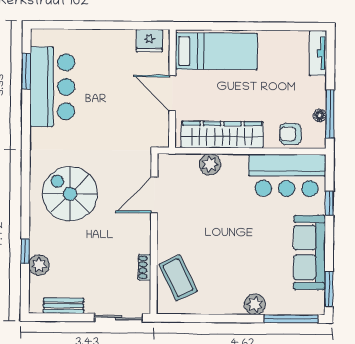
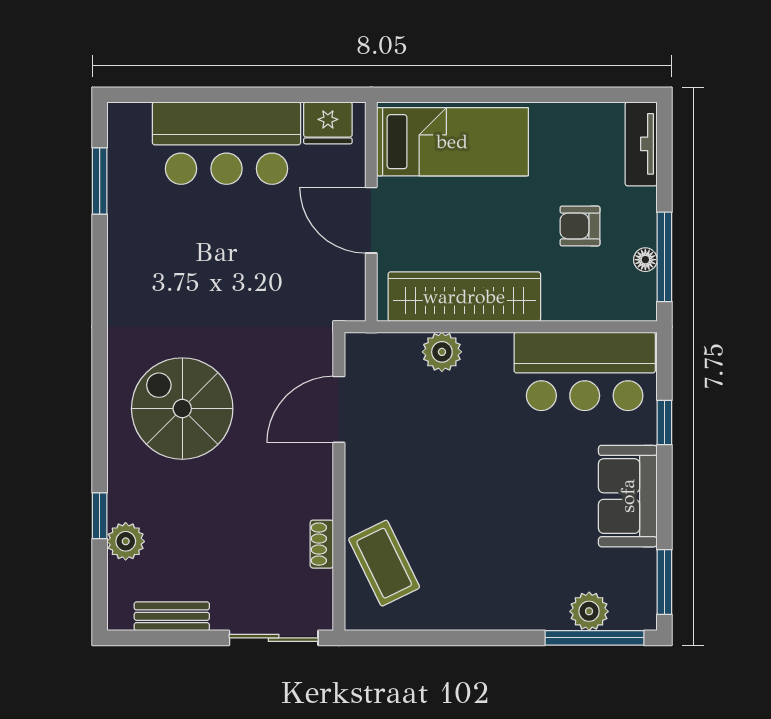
bar counter: (52, 87) -> (227, 143), moved, turned 90
armchair: (290, 134) -> (580, 226), moved
sofa: (309, 252) -> (628, 496), width x0.73
plant: (255, 304) -> (589, 611), moved

